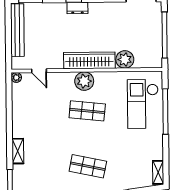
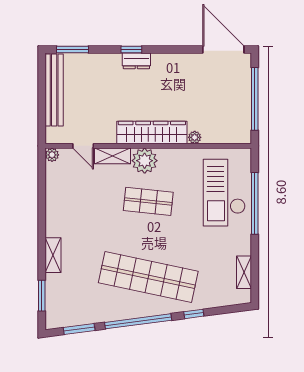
plant: (125, 59) -> (195, 137), width x0.53, depth x0.53
shelving: (61, 78) -> (113, 156), added
shop shelf: (88, 166) -> (148, 277), width x2.00, depth x1.36
shelving: (158, 172) -> (244, 272), moved

